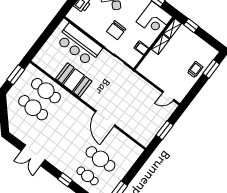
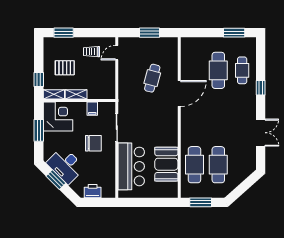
pallet: (186, 51) -> (65, 68), added
trolley: (195, 70) -> (92, 52), moved
booth: (74, 80) -> (166, 164), moved
door: (168, 96) -> (117, 53), swing flipped
cafe table: (131, 107) -> (152, 78), added

